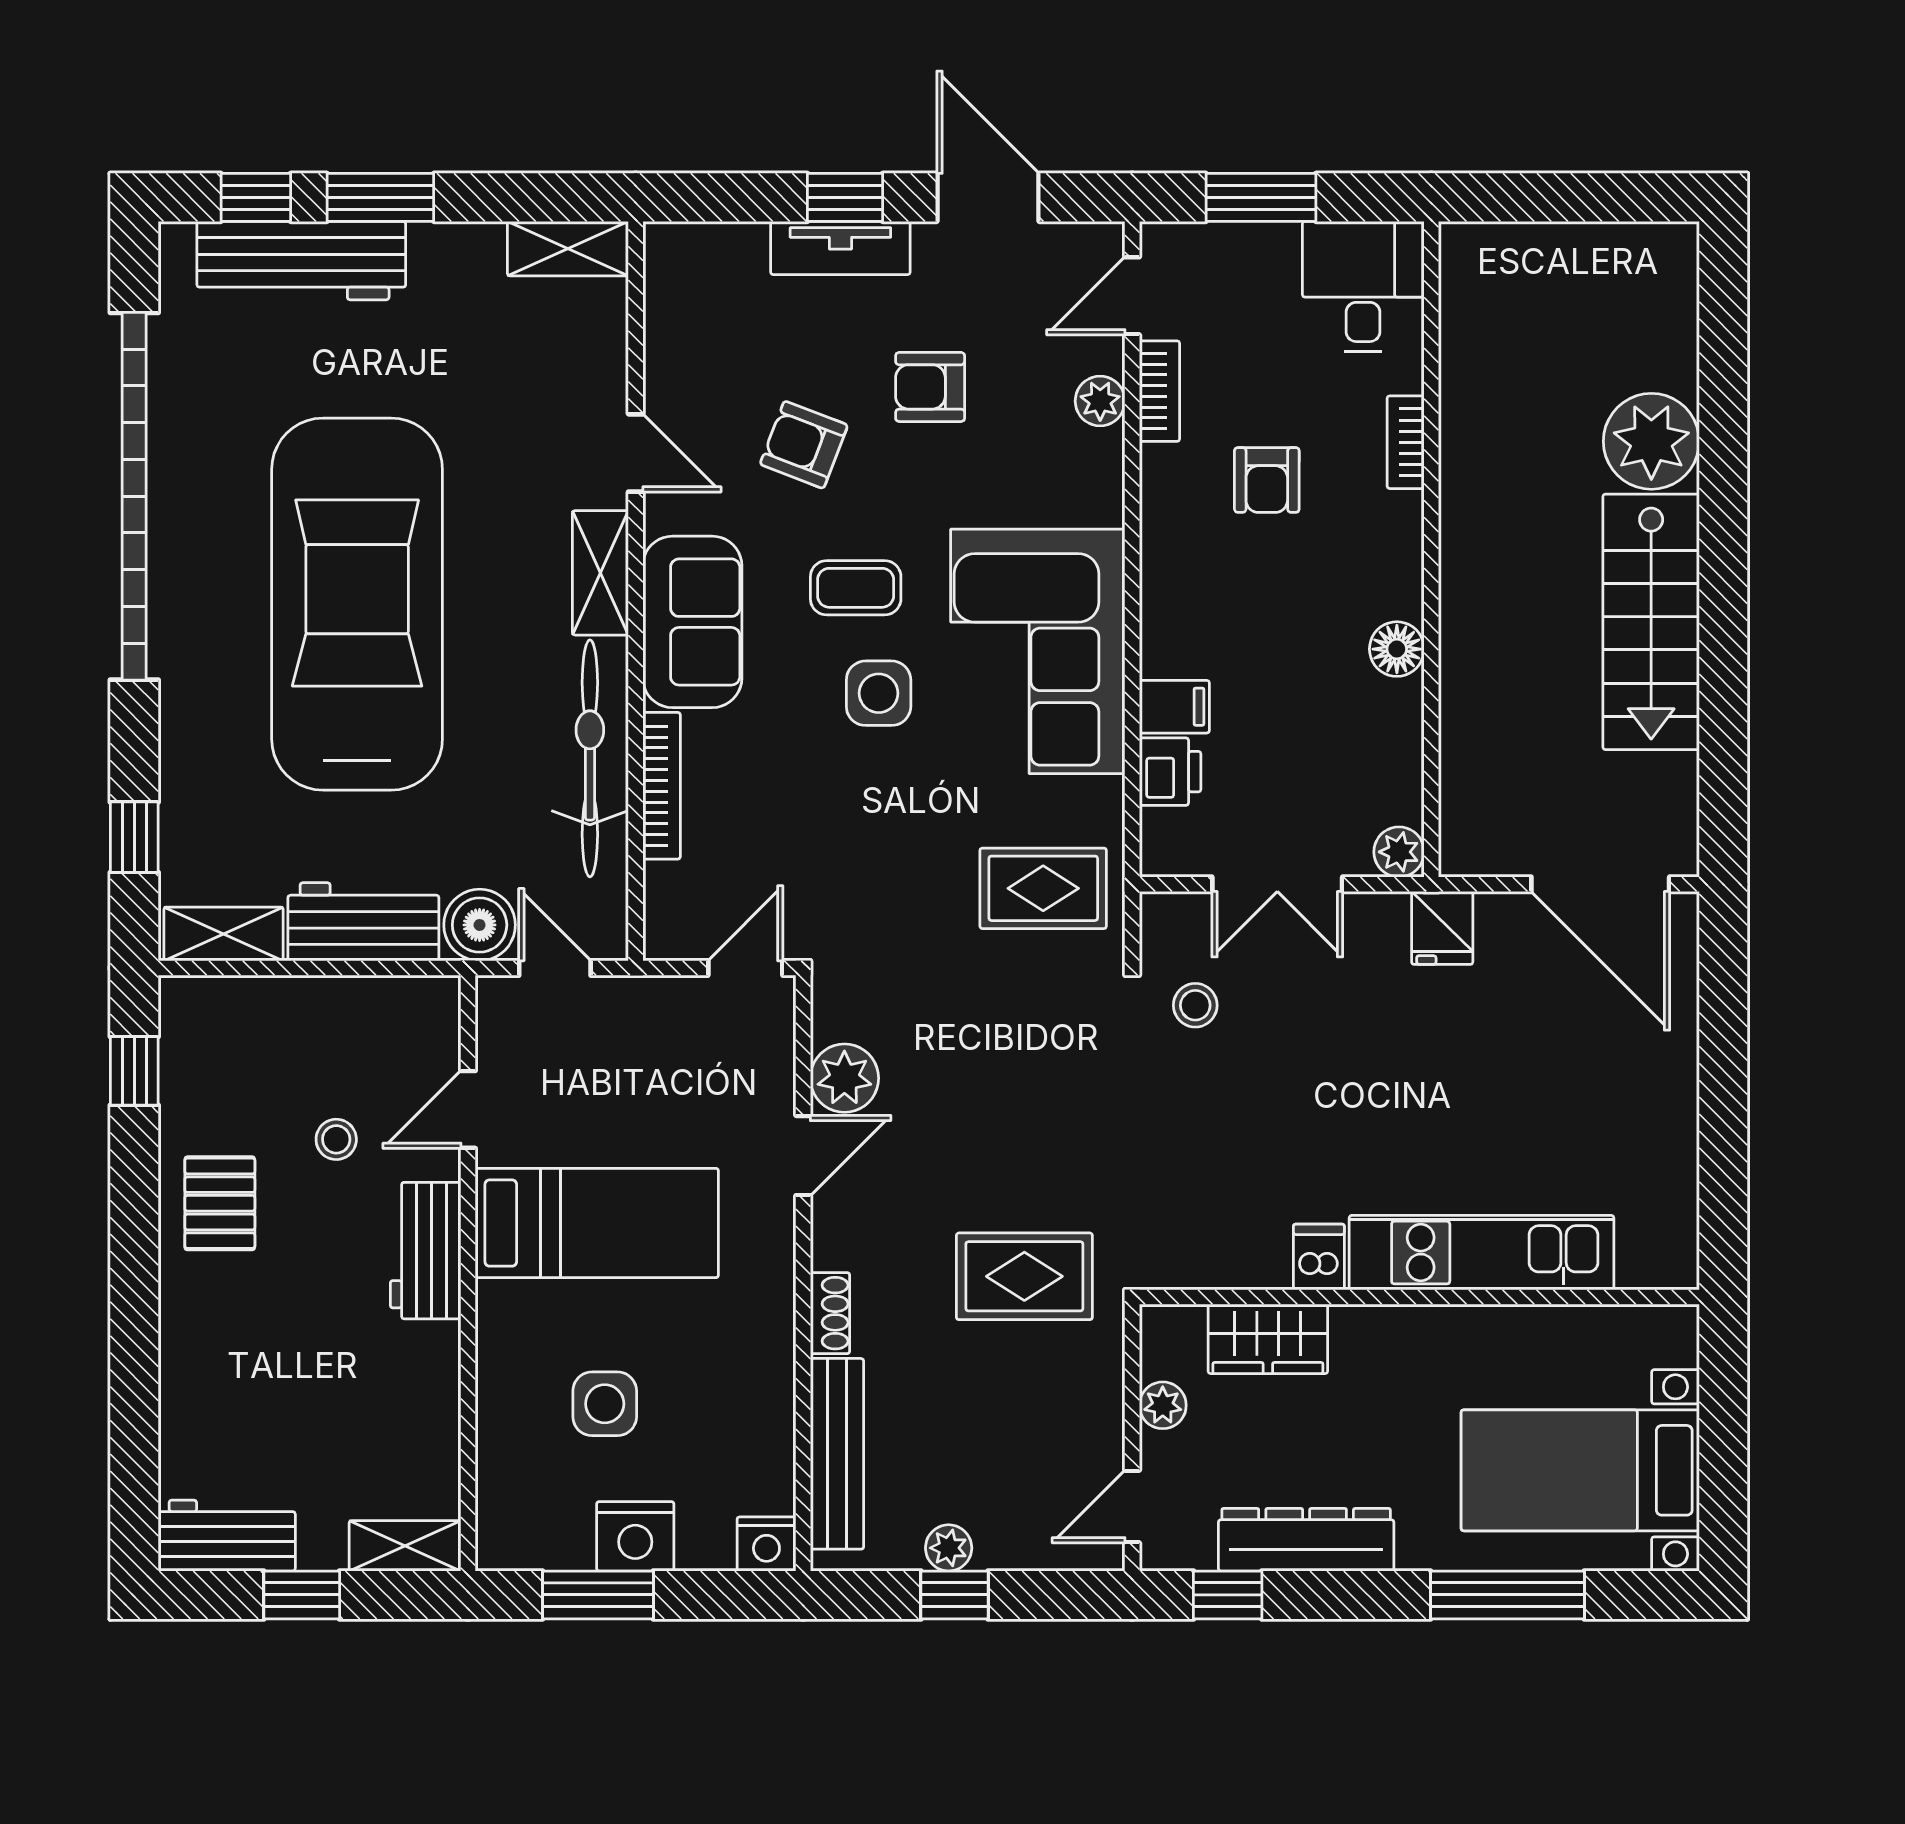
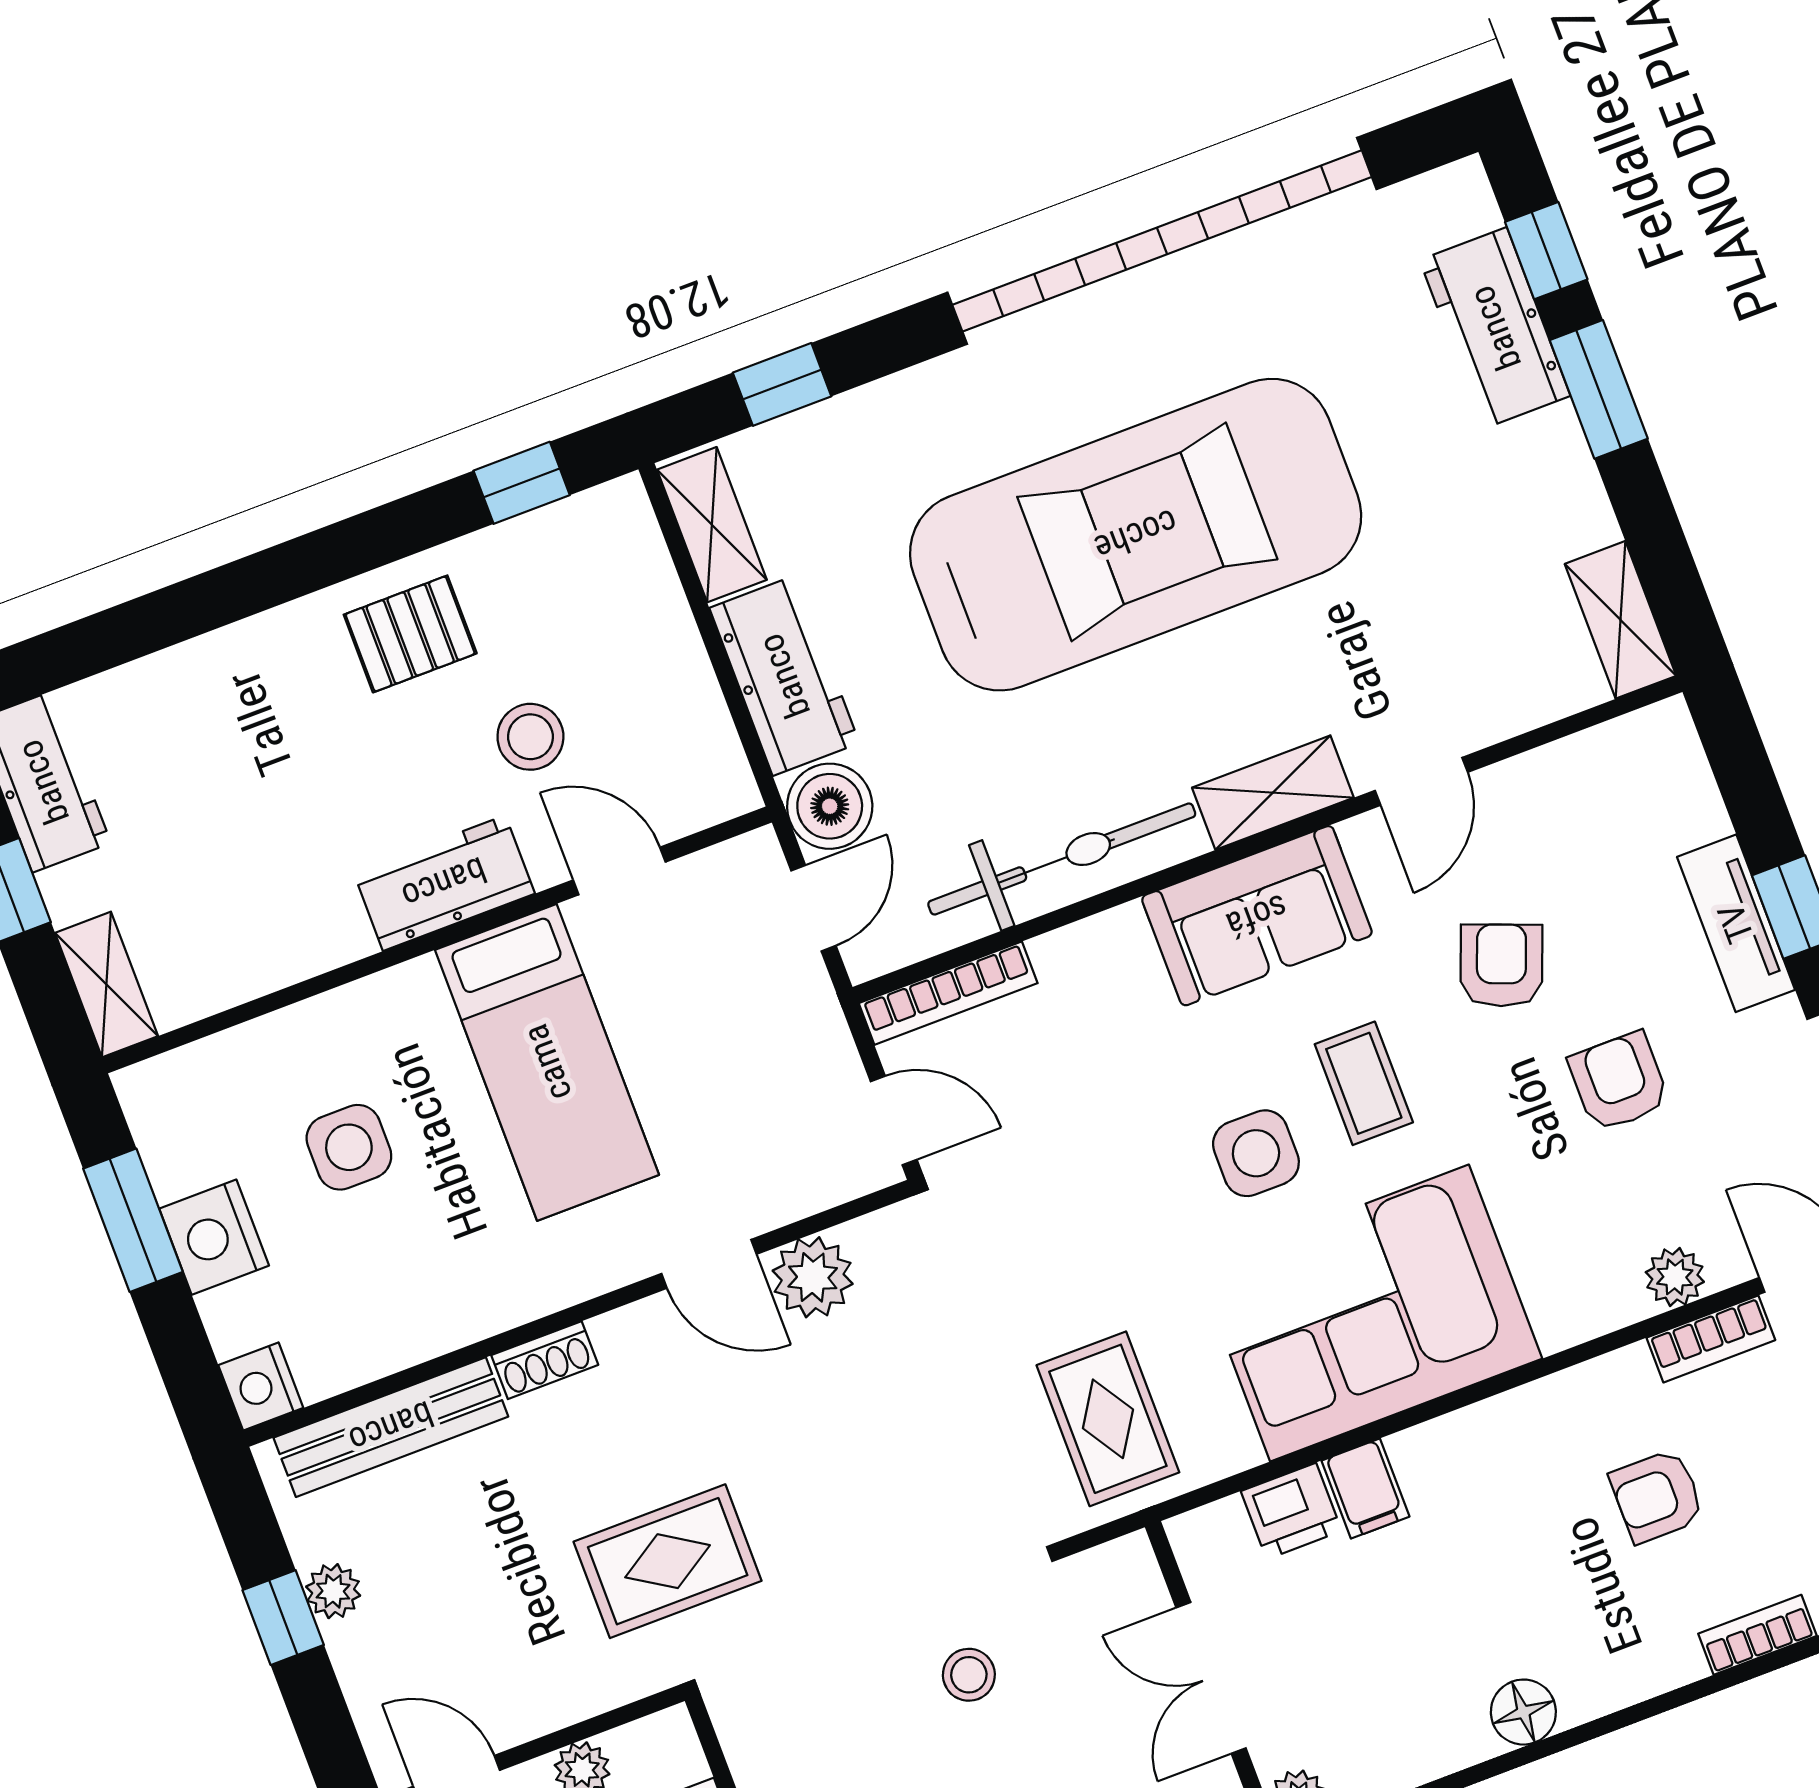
workbench: (301, 261) -> (1495, 328), width x0.73
bookcase: (662, 786) -> (948, 993), moved
stool: (1195, 1005) -> (969, 1675), moved
stool: (336, 1139) -> (530, 737), width x1.37, depth x1.37
rug: (1024, 1276) -> (668, 1561), turned 90

